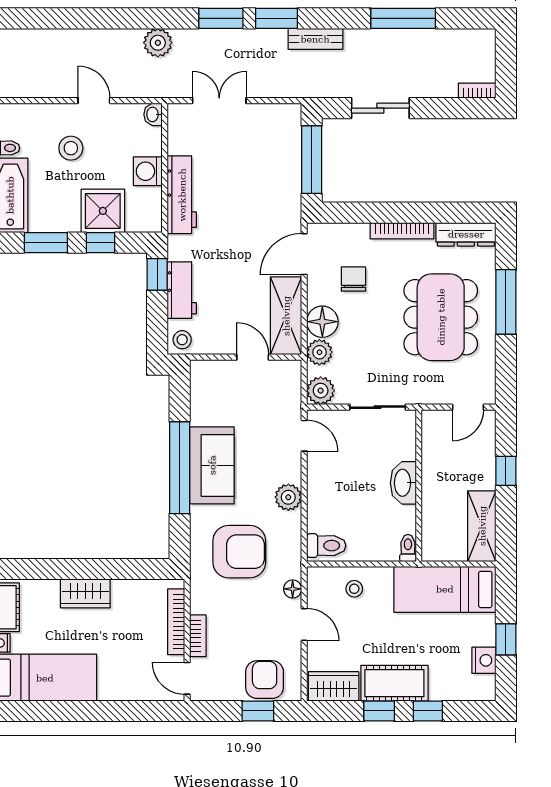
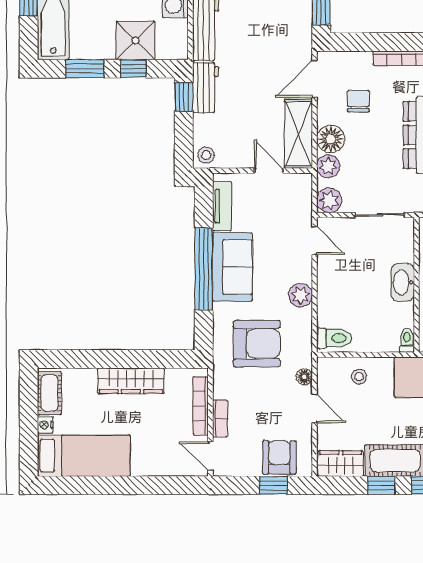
workbench: (182, 290) -> (206, 88), moved
tv unit: (200, 397) -> (222, 206), added
wardrobe: (85, 593) -> (131, 381), width x1.50

